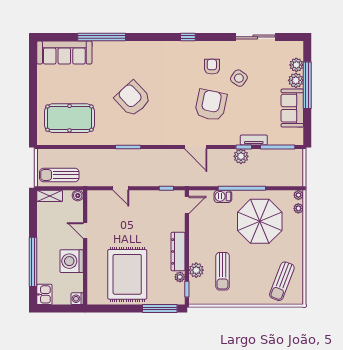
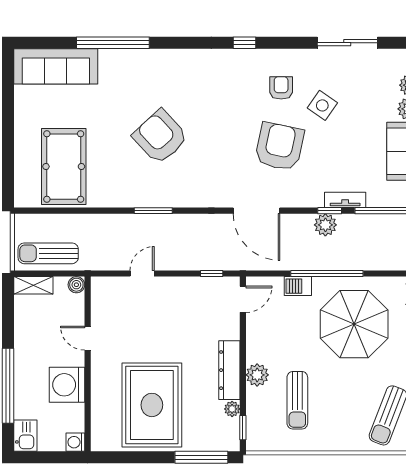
pool table: (69, 118) -> (64, 167), turned 90
door: (196, 147) -> (256, 211), width x1.36
door: (121, 188) -> (142, 274), swing flipped
plant: (196, 270) -> (257, 375), moved

